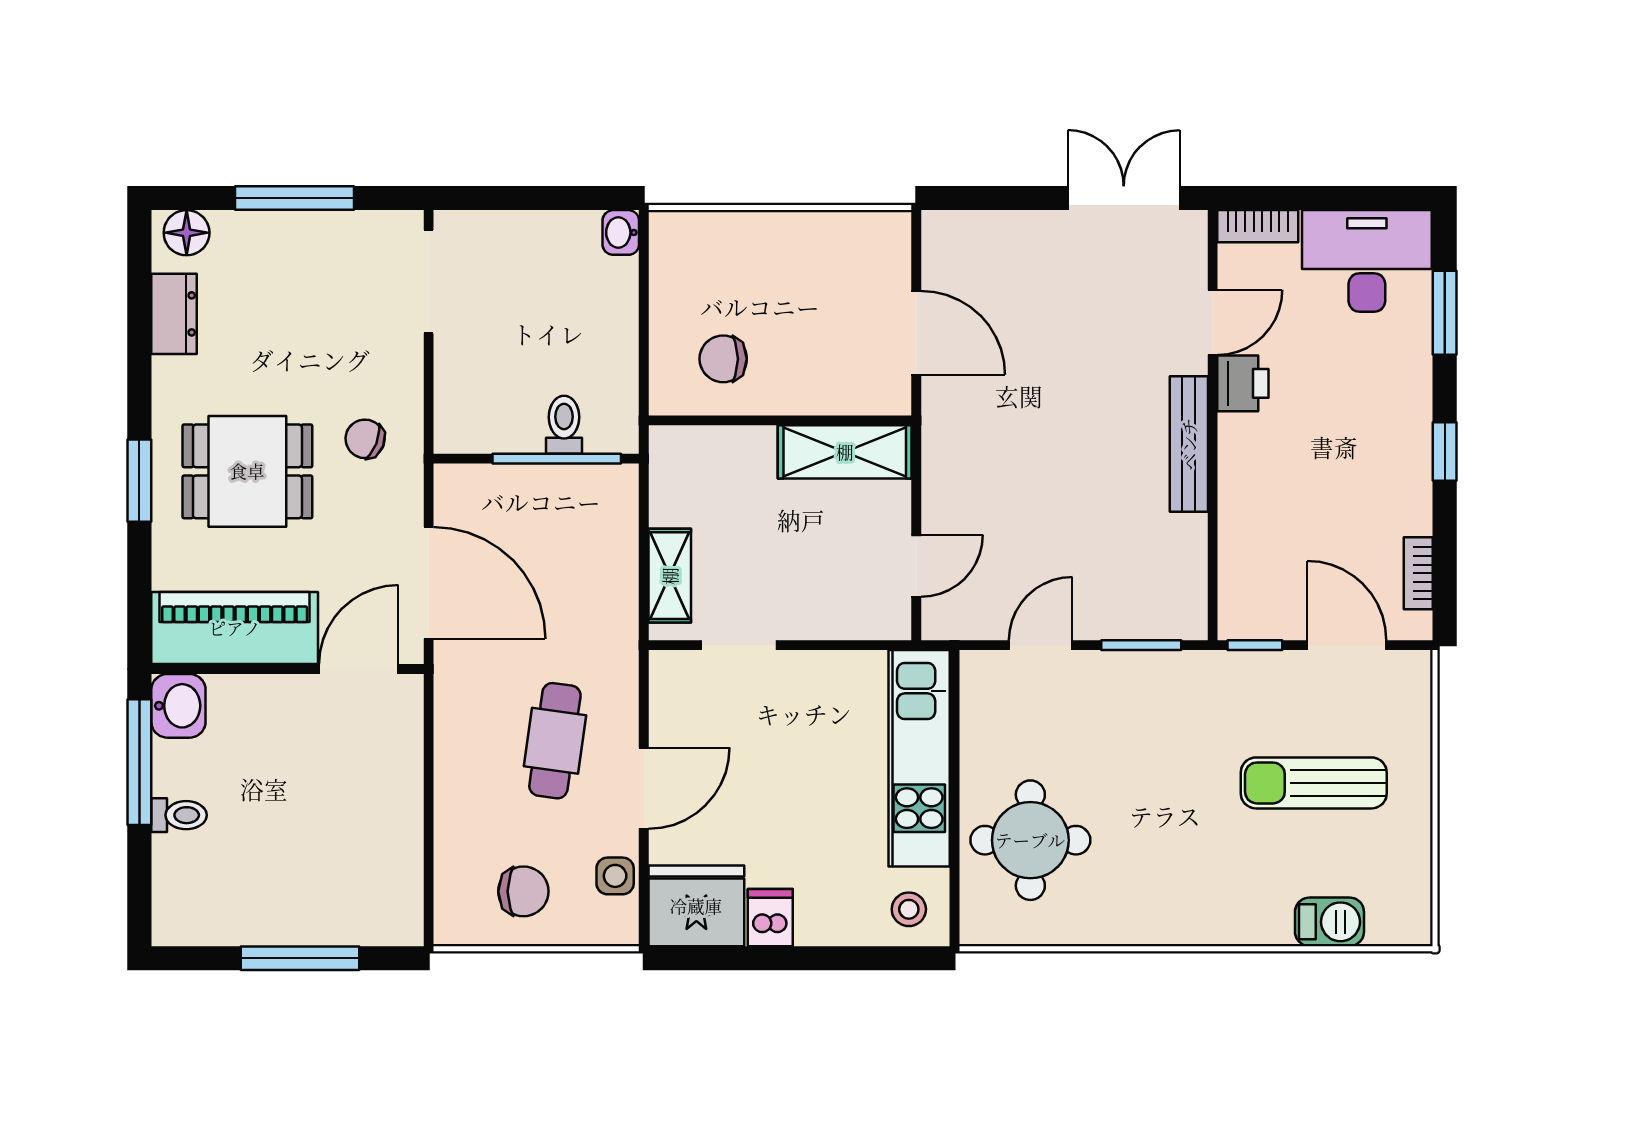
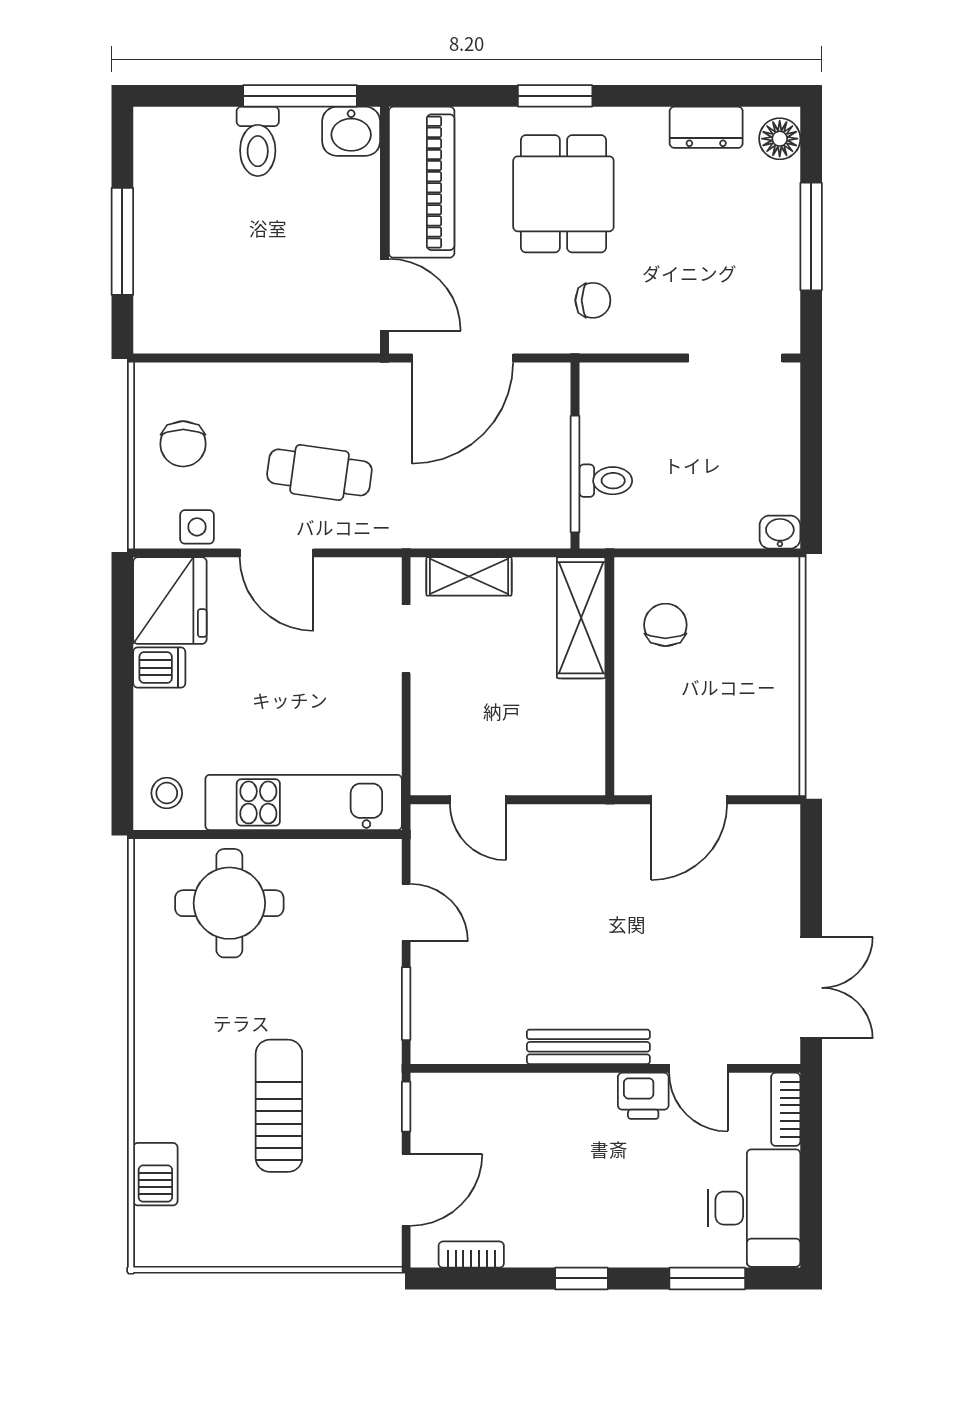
chair: (365, 439) -> (593, 300), turned 69
shelving: (845, 452) -> (581, 618), moved
sun lounger: (1314, 783) -> (279, 1106), moved
toilet: (179, 815) -> (258, 141), width x1.37, depth x1.39

